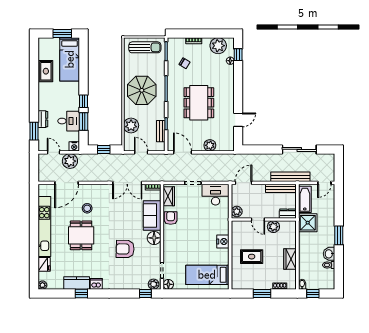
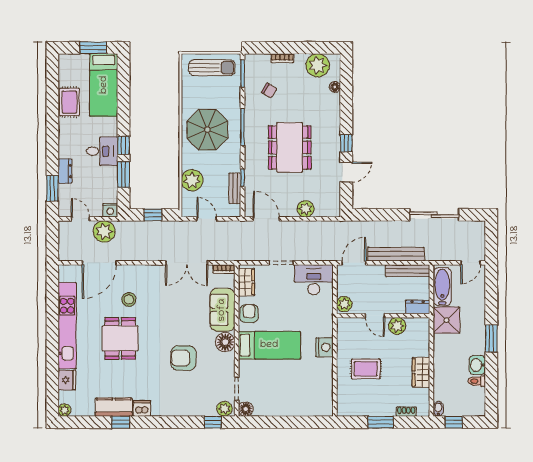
window: (238, 55) -> (346, 143), moved
desk: (69, 121) -> (102, 151), moved
bench: (290, 177) -> (396, 254), moved
bed: (207, 275) -> (269, 345), moved, turned 180

